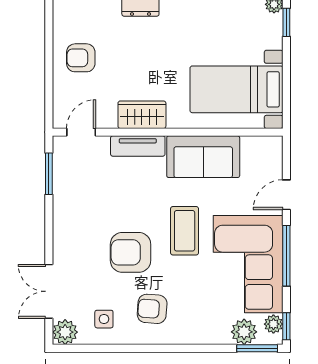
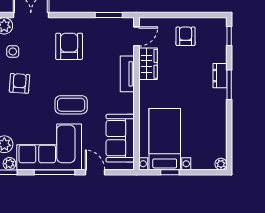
window: (286, 22) -> (170, 172), moved
wardrobe: (142, 115) -> (148, 64), moved
door: (81, 132) -> (136, 36), hinge flipped
sofa: (203, 157) -> (120, 138), moved
armchair: (131, 252) -> (69, 46), moved

